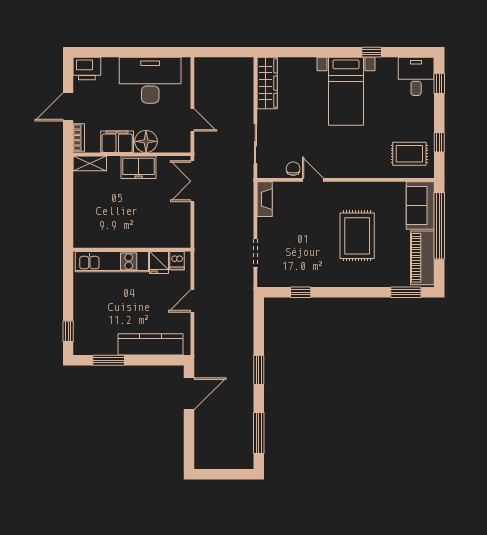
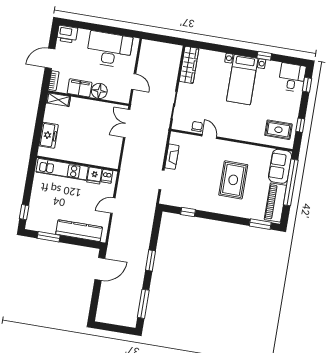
freezer: (139, 167) -> (49, 135), moved, turned -90
fireplace: (265, 199) -> (172, 157), moved

